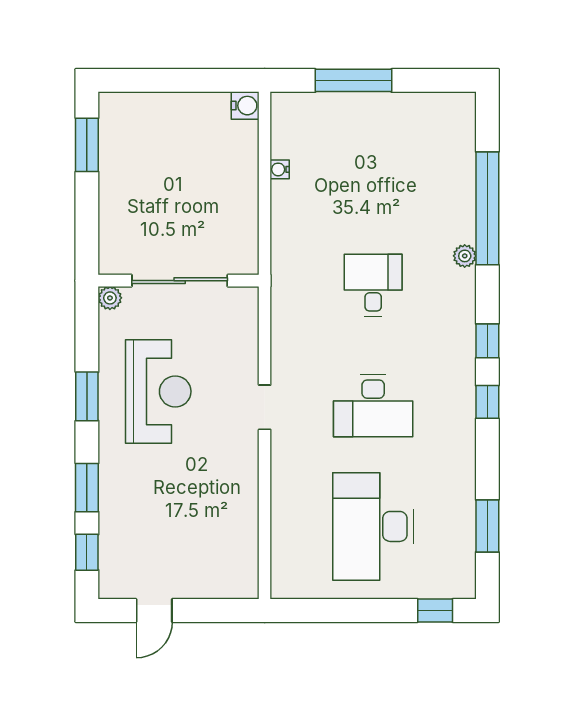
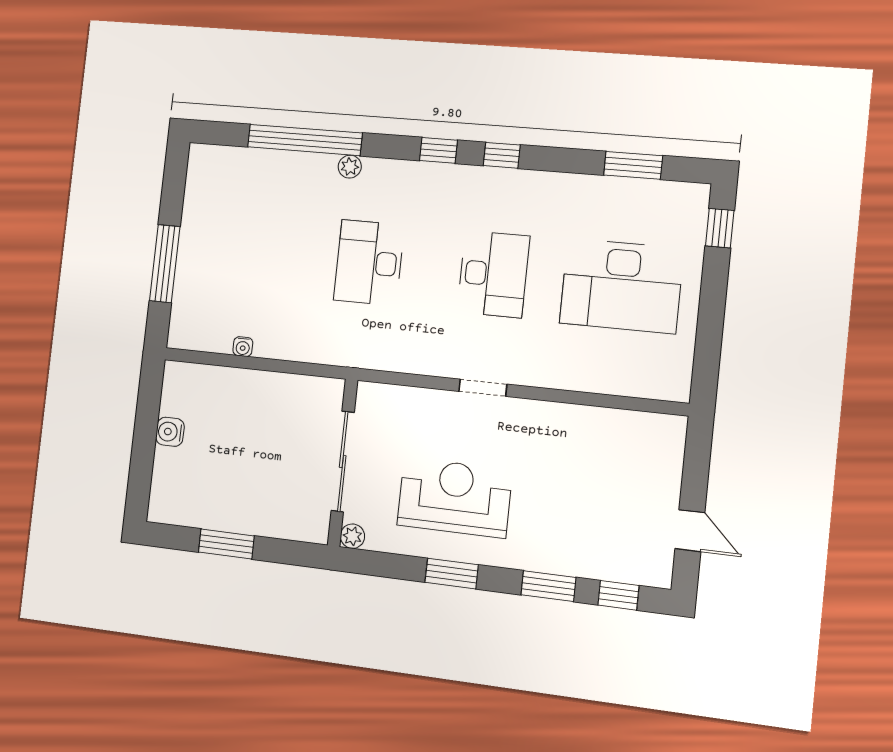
water cooler: (245, 106) -> (170, 432), moved, turned -90
window: (87, 145) -> (226, 544), moved
desk: (373, 285) -> (369, 263), width x1.37

